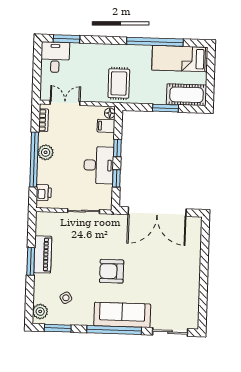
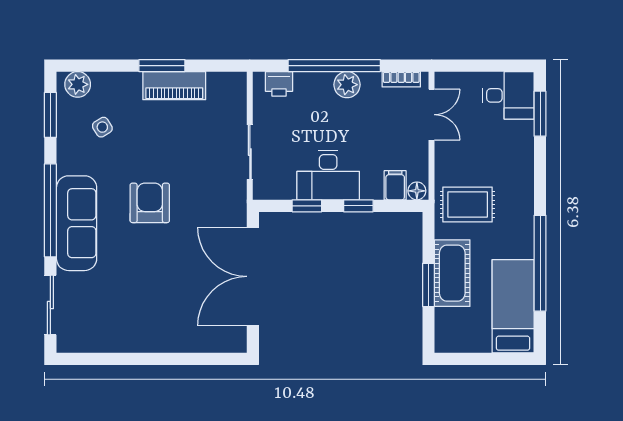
cot: (186, 95) -> (452, 273), moved

